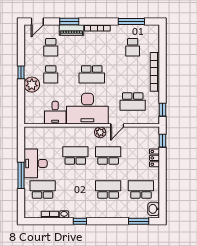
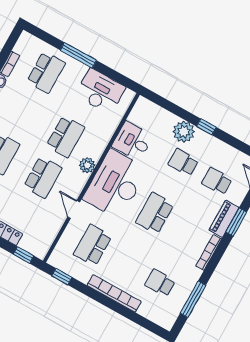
plant: (100, 132) -> (87, 165), moved
desk: (36, 163) -> (100, 91), moved

